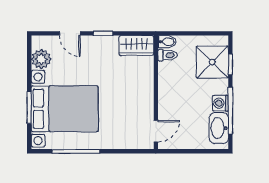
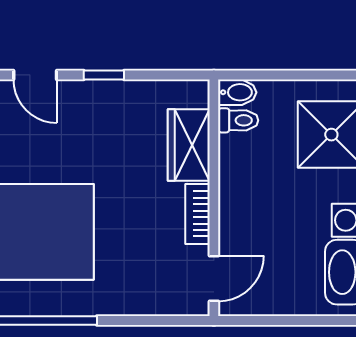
wardrobe: (136, 46) -> (189, 145), moved, turned 90
bookcase: (148, 100) -> (198, 214), added

